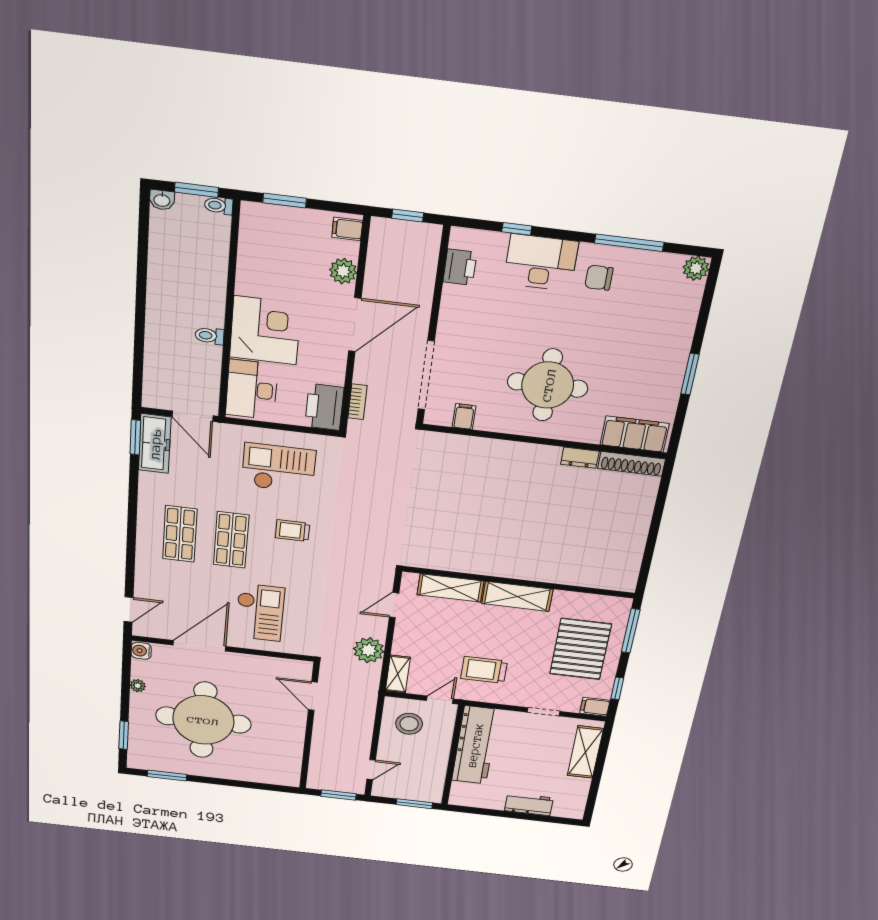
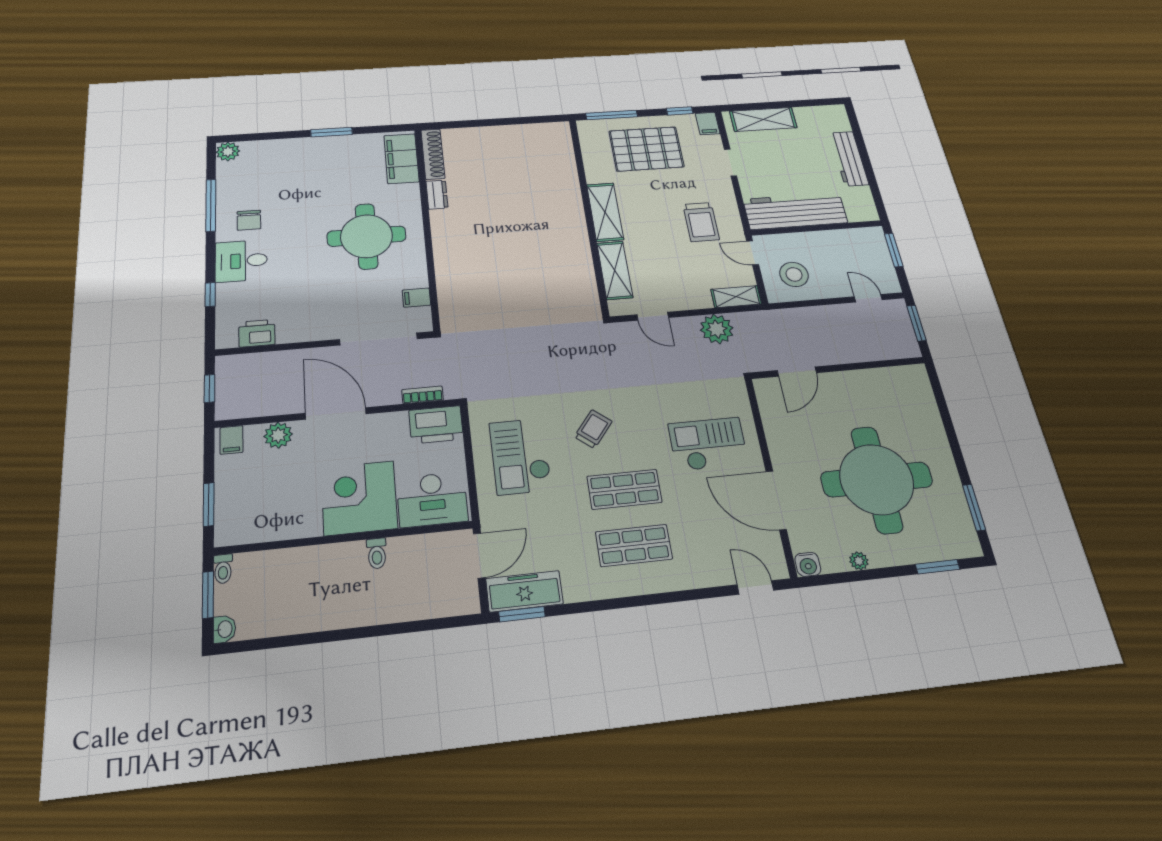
desk: (541, 263) -> (241, 261), width x0.73
trolley: (293, 531) -> (593, 429), turned -141
workbench: (529, 804) -> (849, 159), width x1.38

